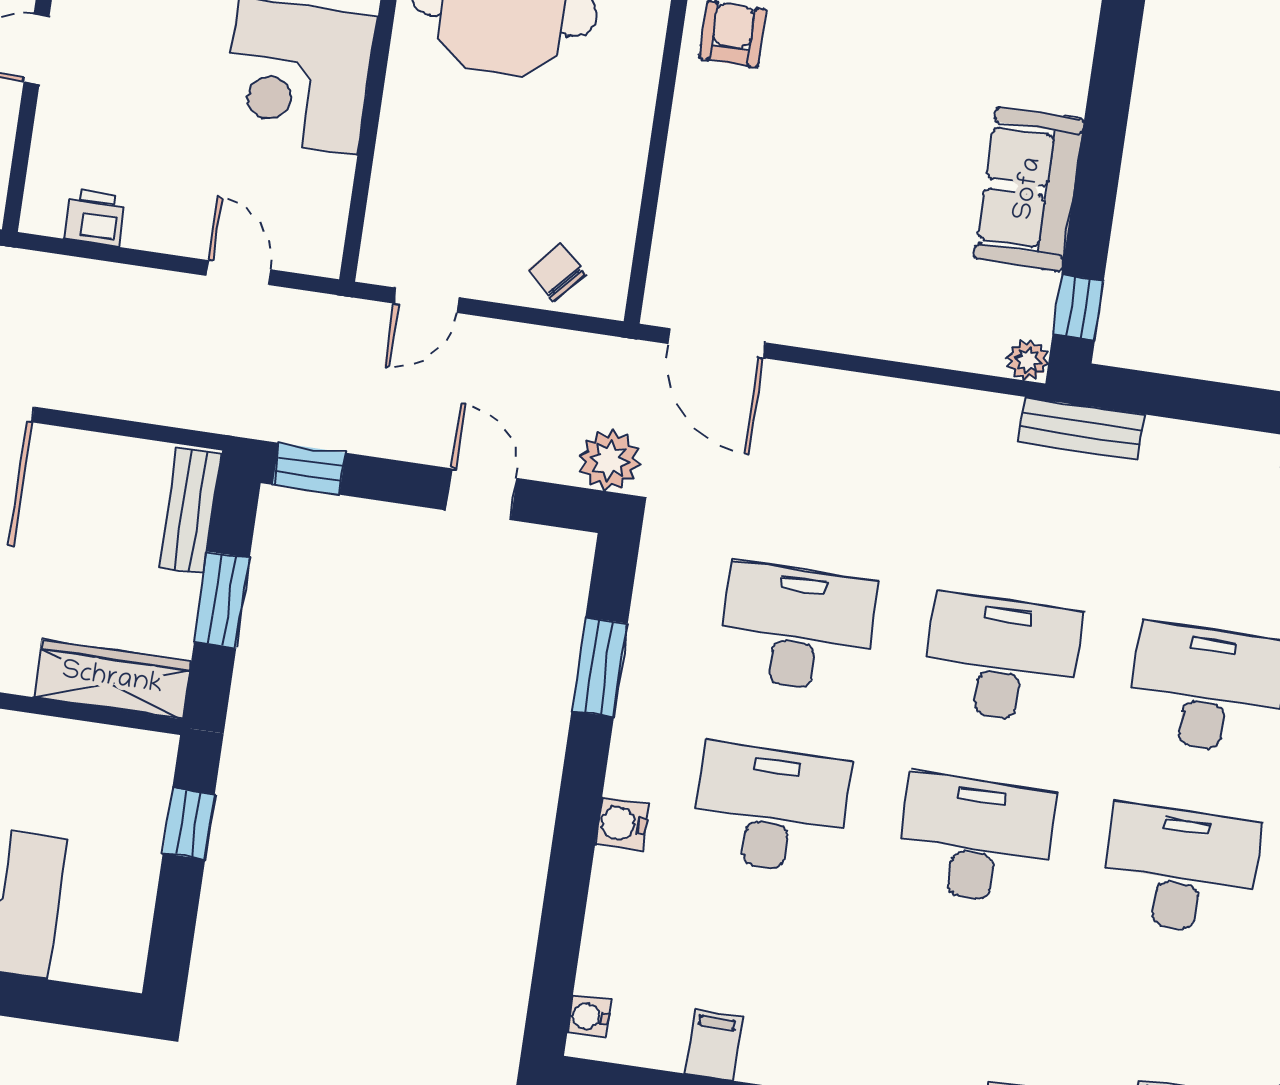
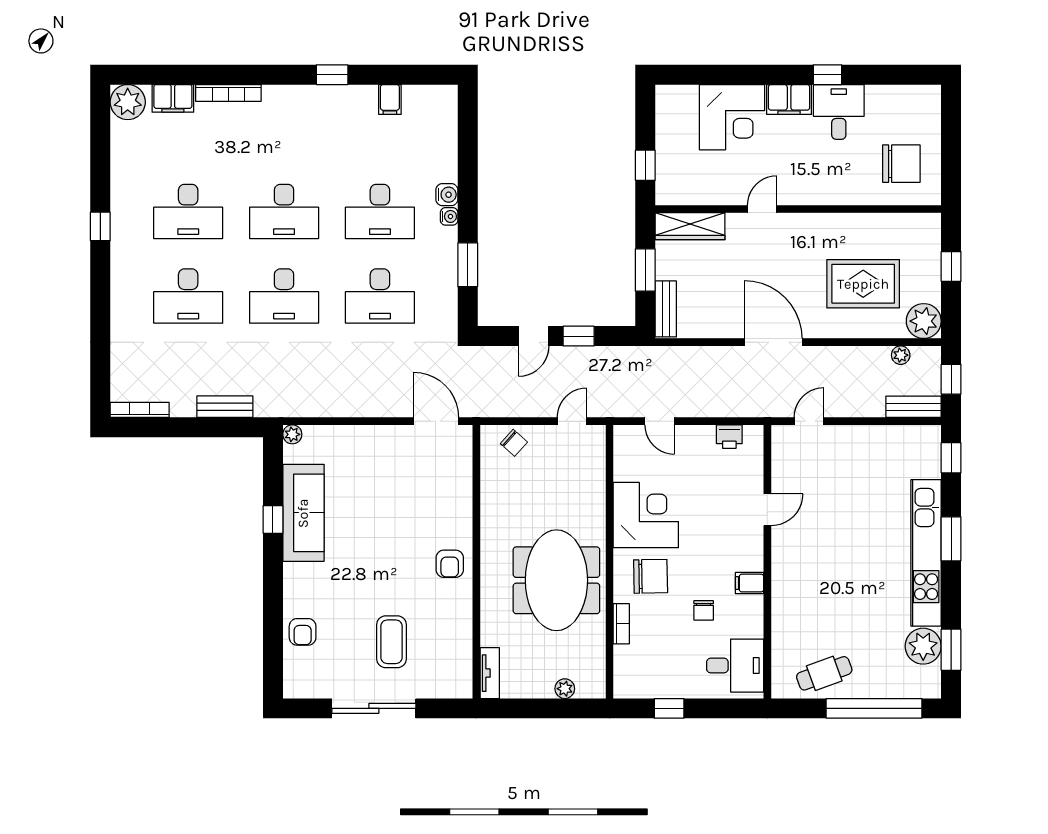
sofa: (1029, 189) -> (303, 513), width x1.36
window: (1078, 307) -> (273, 519), moved
bench: (1081, 428) -> (225, 407), moved
plant: (609, 460) -> (477, 360), removed
window: (309, 469) -> (579, 336), moved
door: (481, 494) -> (534, 336), hinge flipped
water cooler: (589, 1016) -> (449, 216), moved

